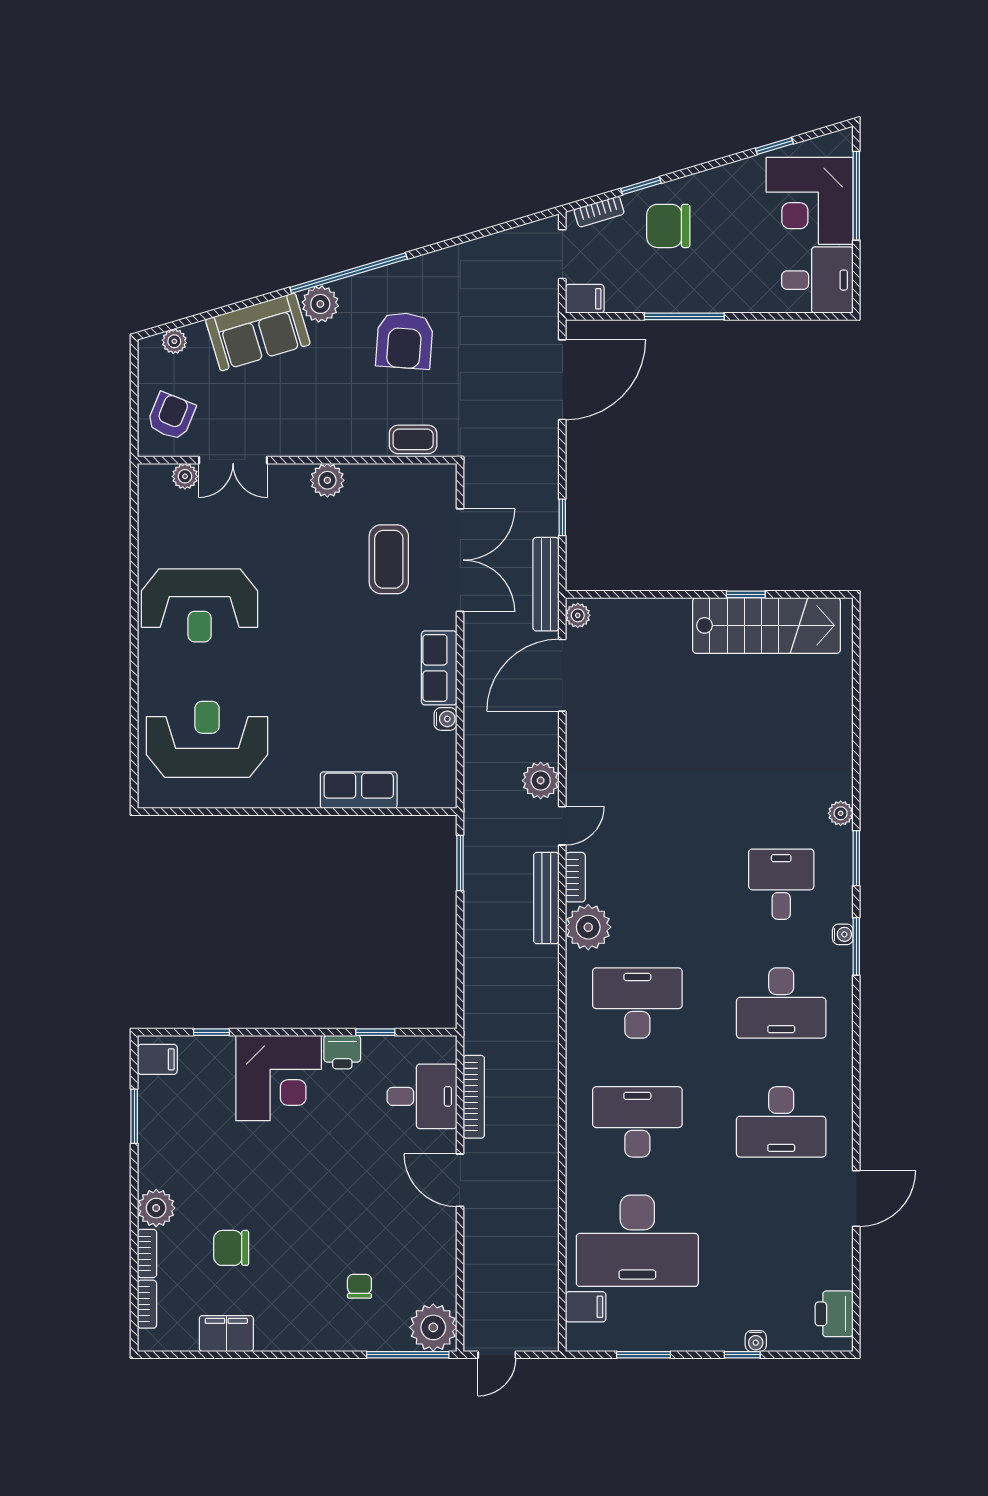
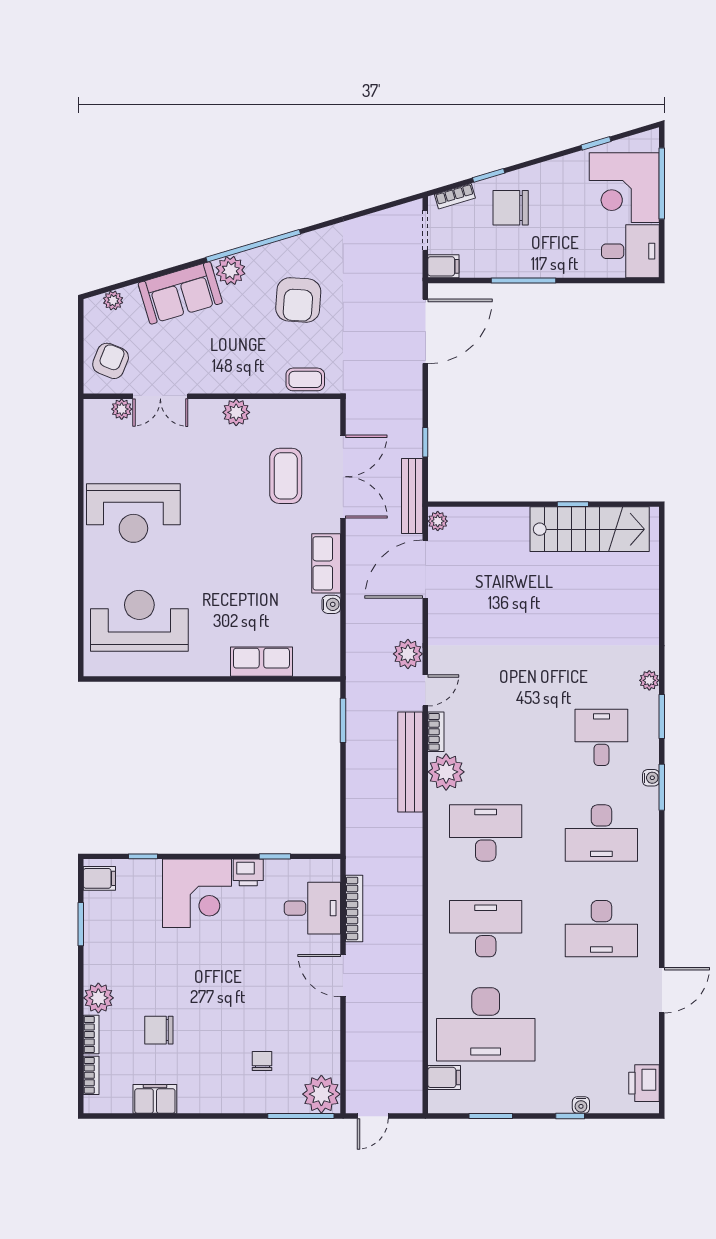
bench: (546, 898) -> (410, 762), width x1.37, depth x1.21

